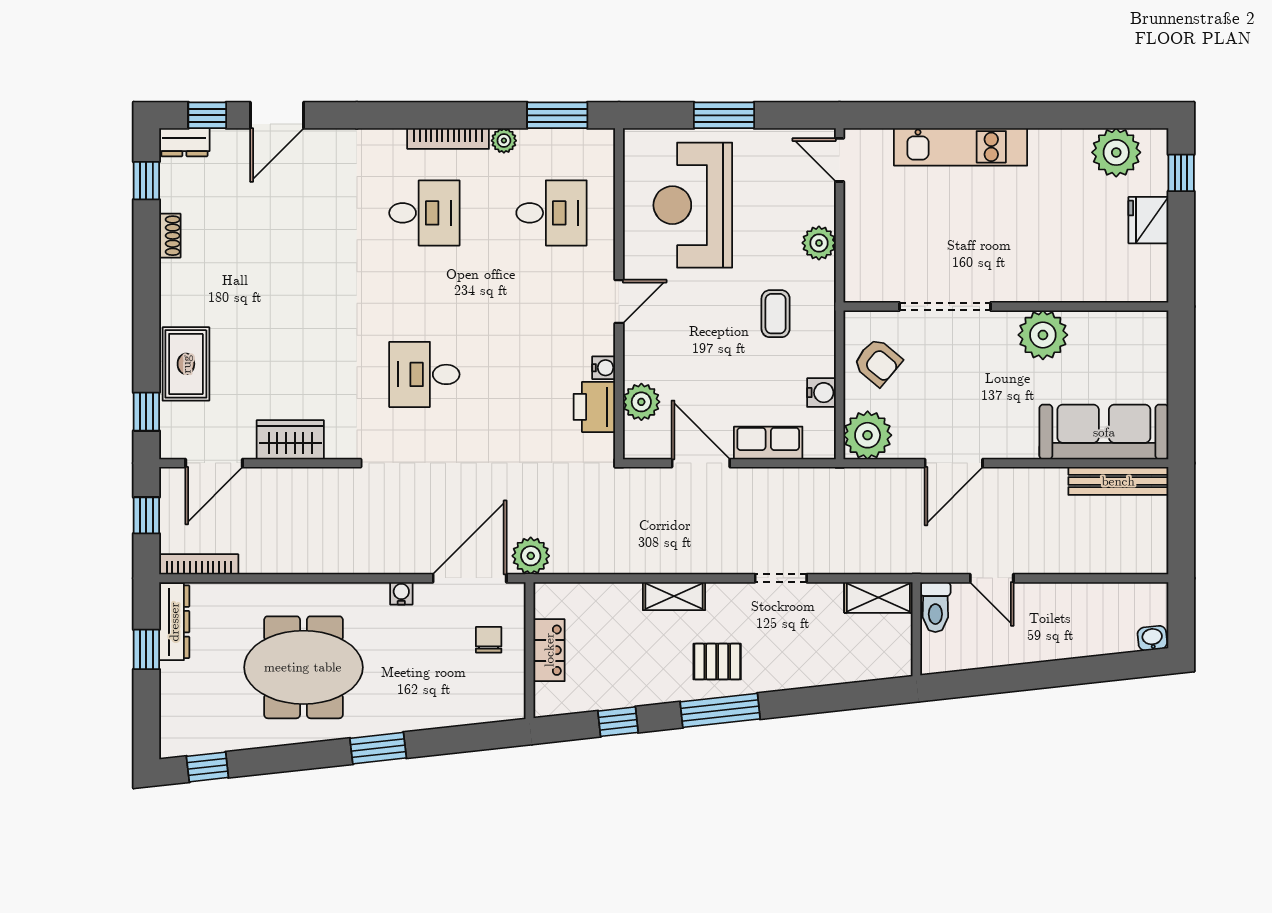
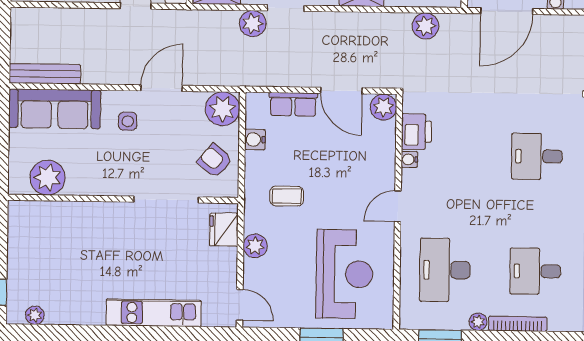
plant: (1116, 152) -> (35, 315), width x0.53, depth x0.53
desk: (551, 213) -> (445, 270), width x1.37
fridge: (1148, 220) -> (224, 230), moved, turned 180
coffee table: (776, 314) -> (287, 196), turned 90
plant: (1043, 335) -> (48, 178), moved
desk: (424, 374) -> (537, 156), turned 180
plant: (641, 402) -> (383, 107), moved
side table: (1001, 416) -> (128, 121), added
plant: (531, 556) -> (425, 26), moved
plant: (827, 556) -> (253, 24), added

